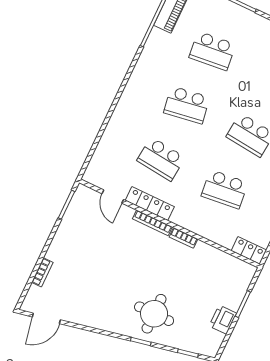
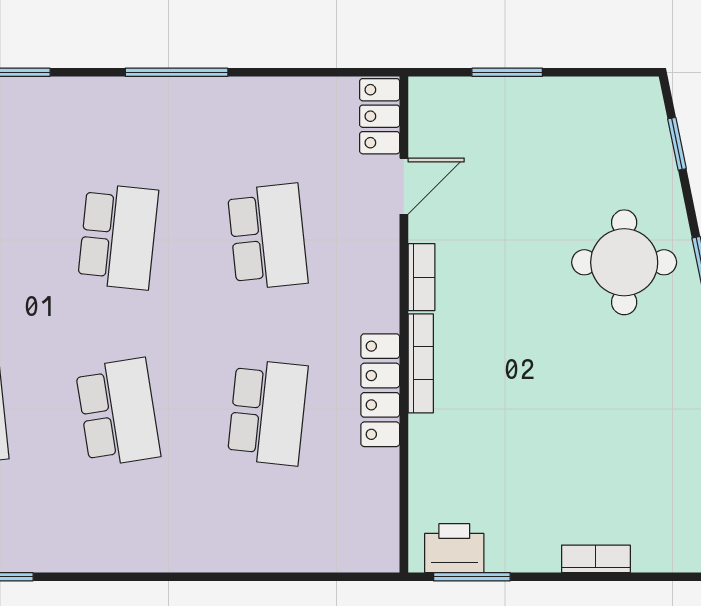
door: (113, 197) -> (404, 186), moved
bookcase: (42, 272) -> (596, 559), moved
printer: (223, 320) -> (454, 548), moved, turned 180

